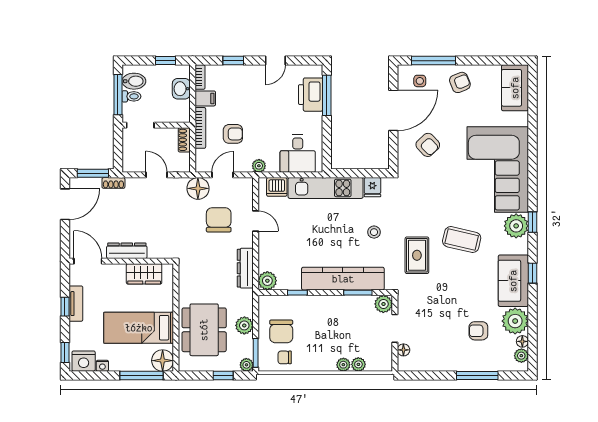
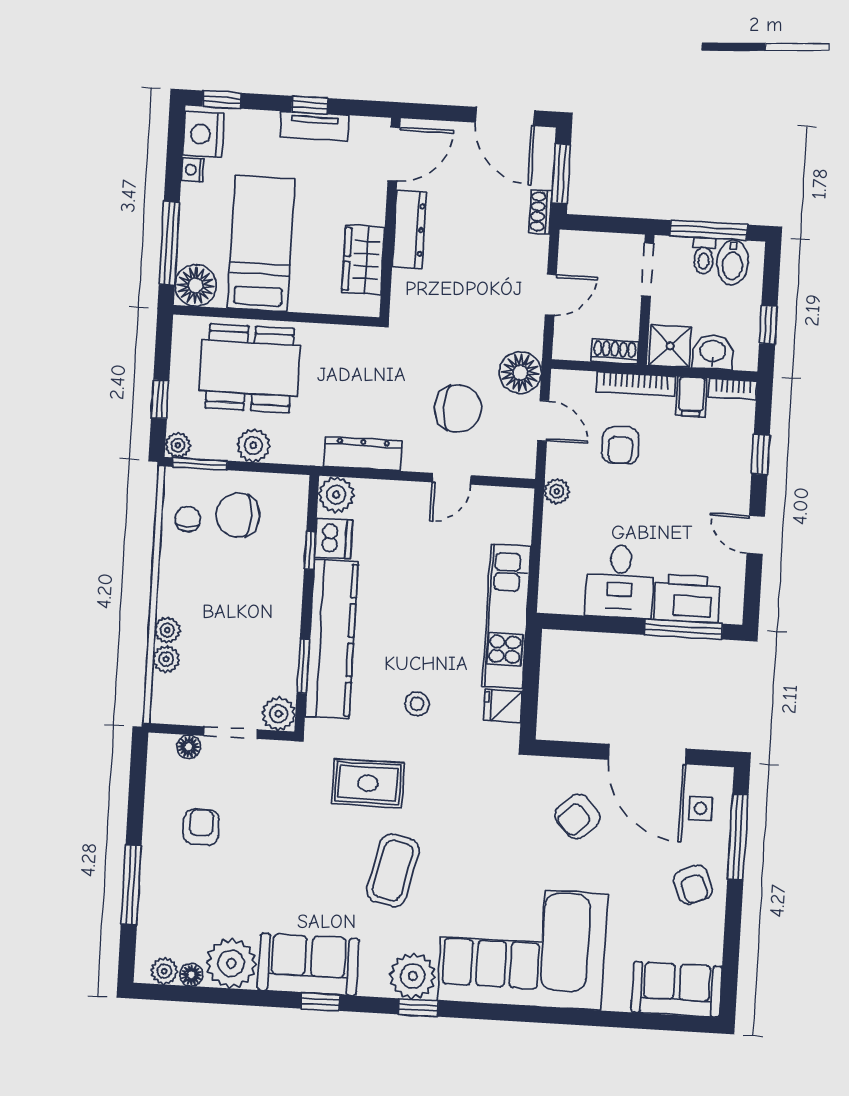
shower: (179, 111) -> (670, 346), added
desk: (298, 154) -> (620, 581), moved, turned -90
dishwasher: (277, 187) -> (334, 538), moved, turned 180
armchair: (478, 331) -> (201, 827), moved

